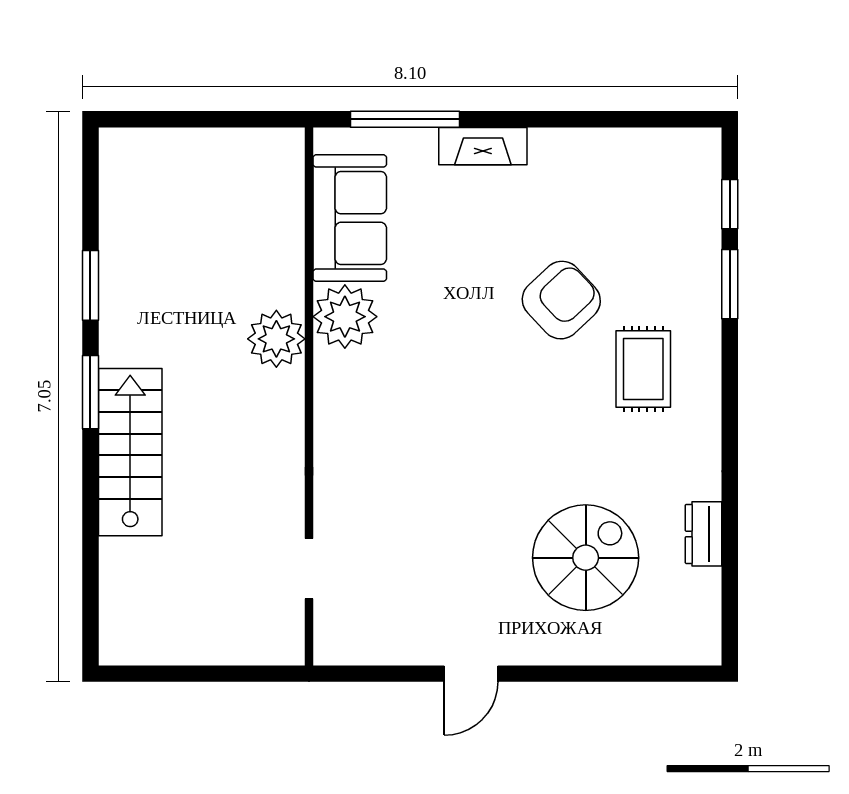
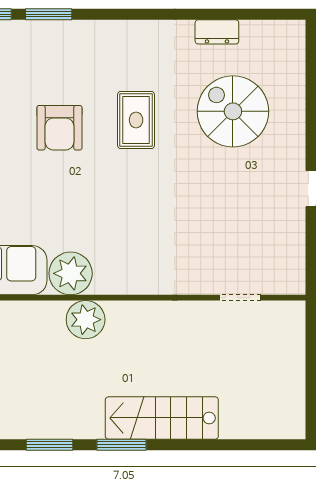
armchair: (561, 300) -> (59, 128), turned -137
rug: (643, 369) -> (136, 120), moved, turned 90

